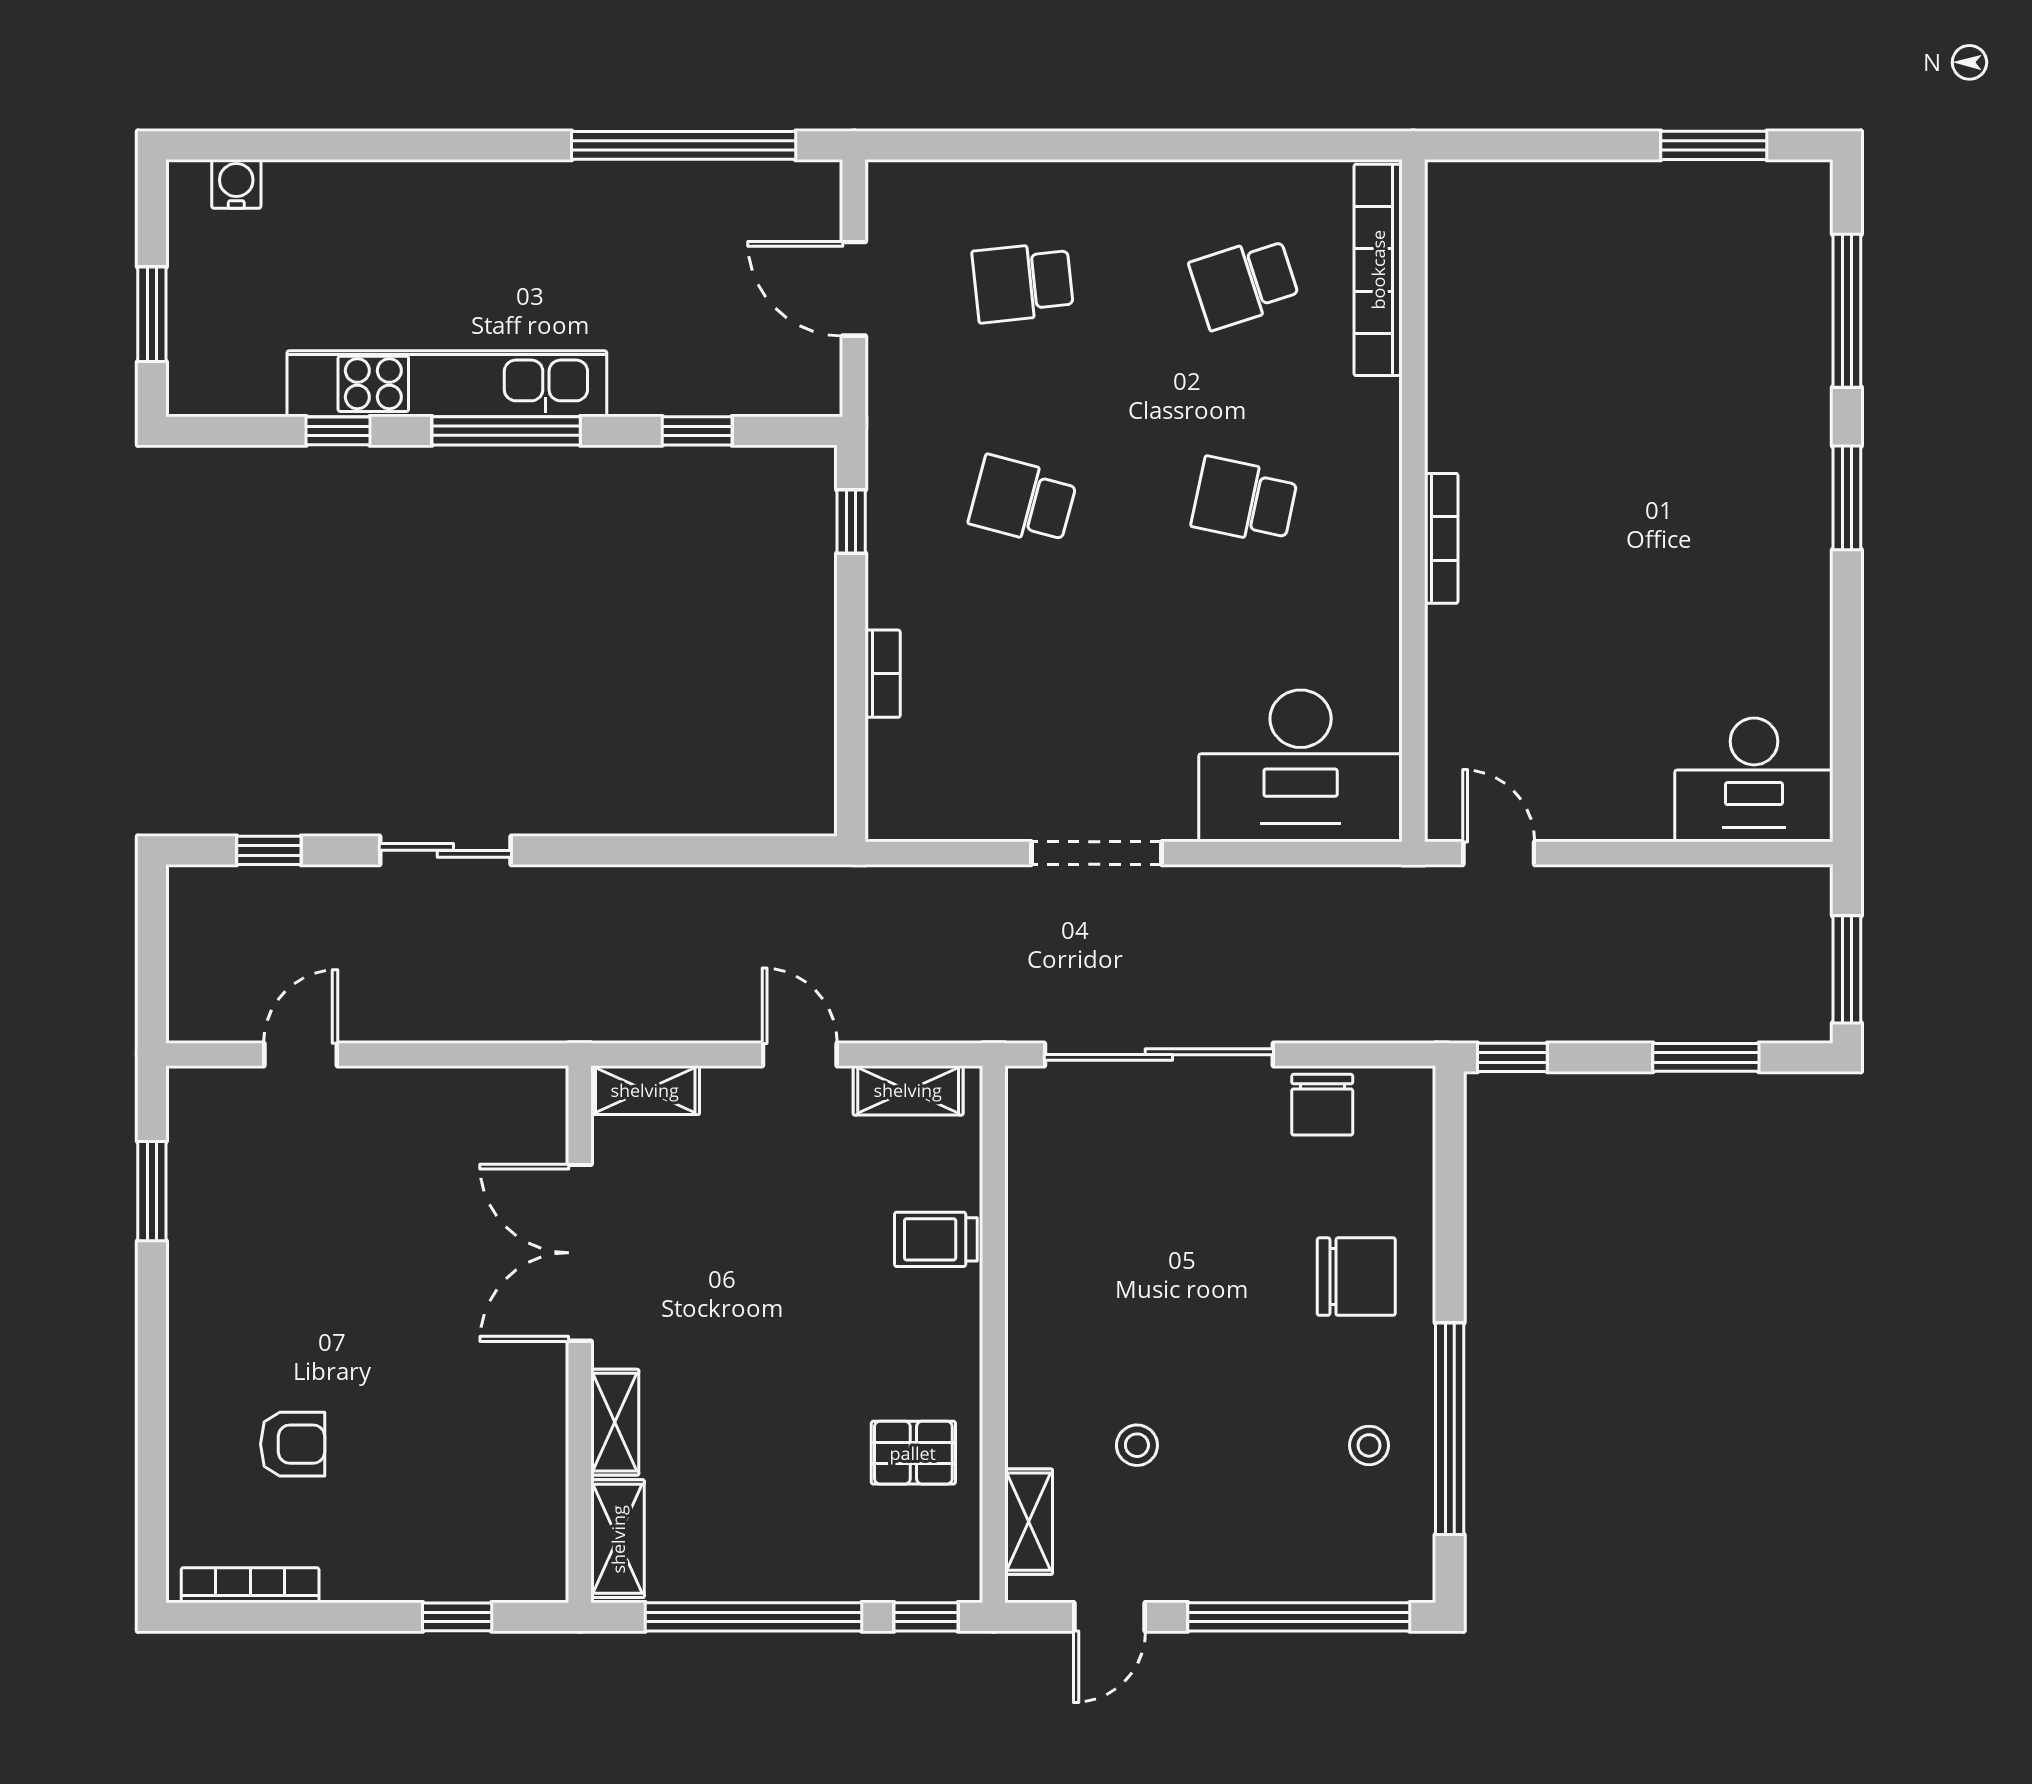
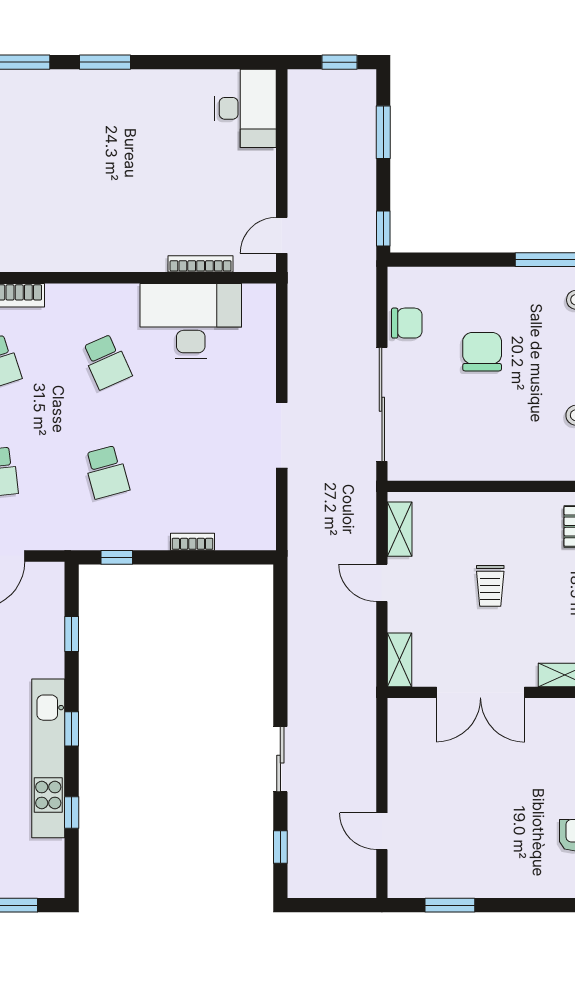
window: (506, 431) -> (72, 729), width x0.46
school desk: (1023, 501) -> (106, 472), turned -30
school desk: (1244, 501) -> (106, 362), turned -36
bookcase: (1441, 538) -> (201, 264), moved
desk: (1301, 766) -> (191, 321), moved, turned -90
window: (1847, 969) -> (339, 62), width x0.67
door: (800, 1055) -> (382, 583), hinge flipped
trolley: (936, 1239) -> (490, 586), moved
chair: (1356, 1277) -> (482, 352), moved

